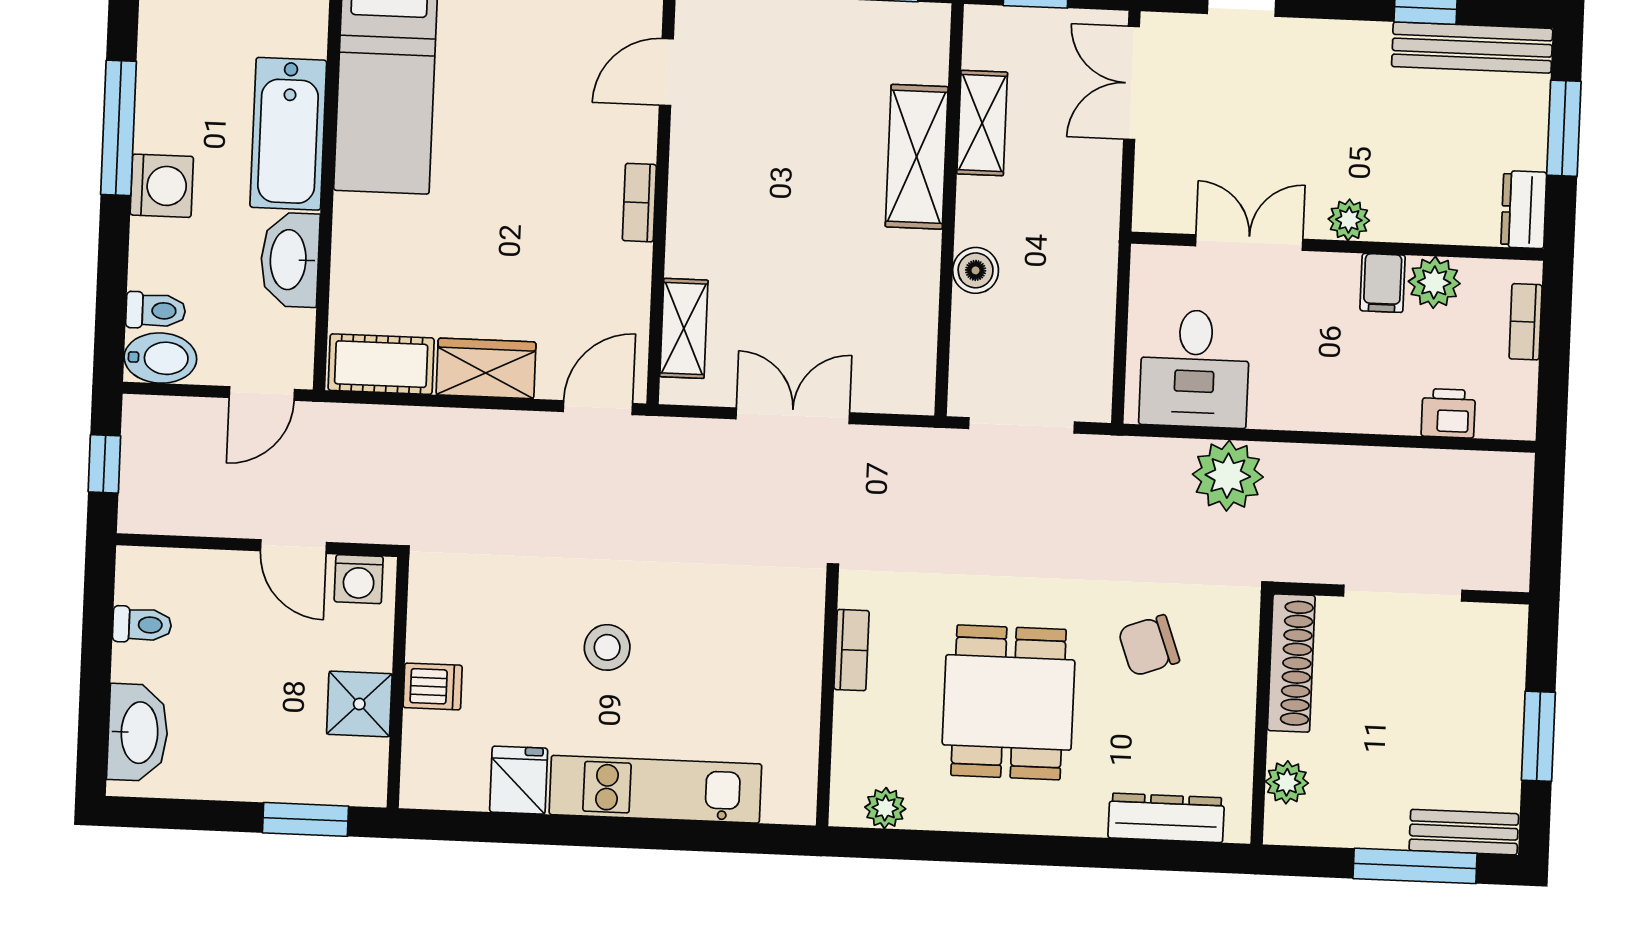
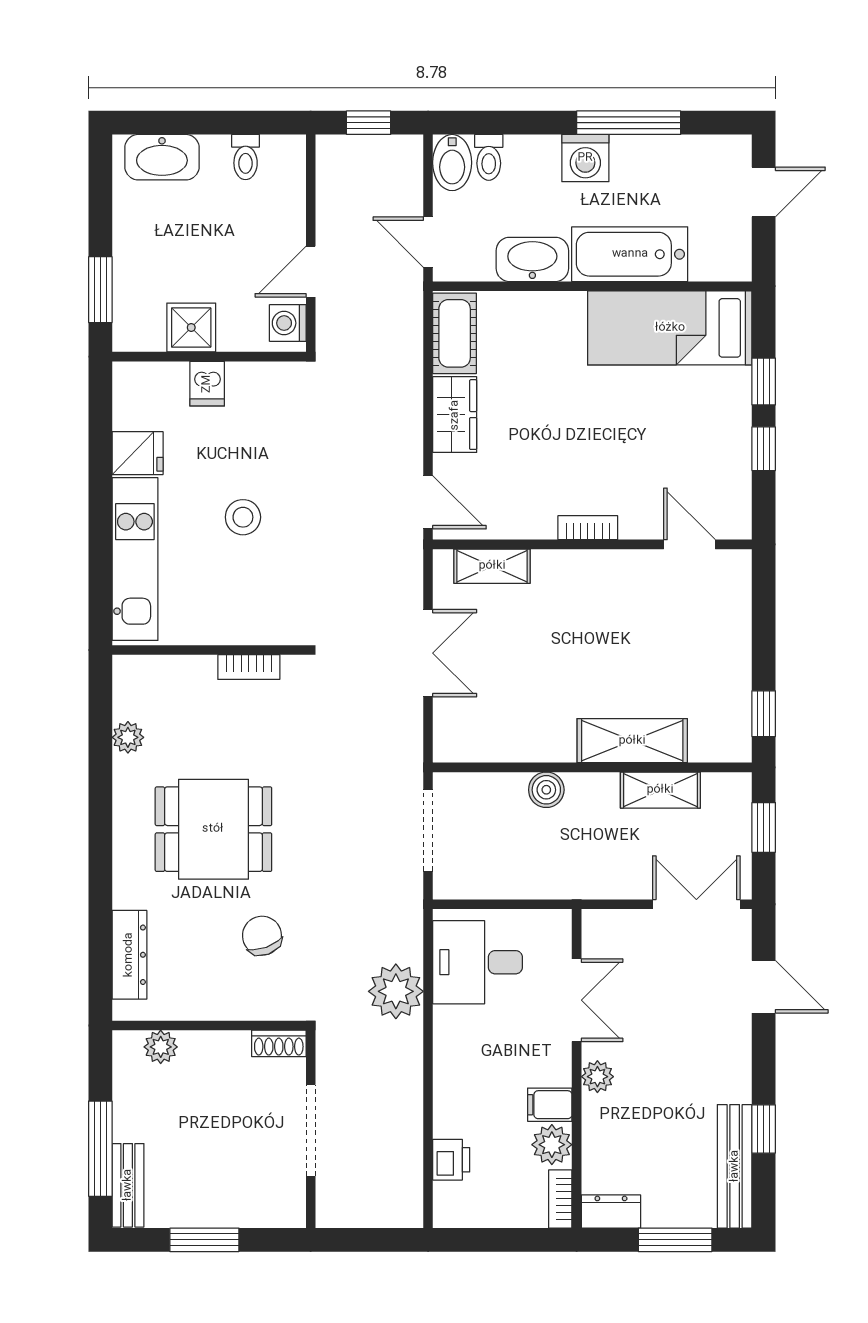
bookcase: (1526, 322) -> (560, 1199), moved, turned -90
bookcase: (852, 650) -> (249, 667), moved
shoe rack: (1291, 663) -> (279, 1043), width x0.51, depth x0.81
wall: (827, 701) -> (209, 650), moved

